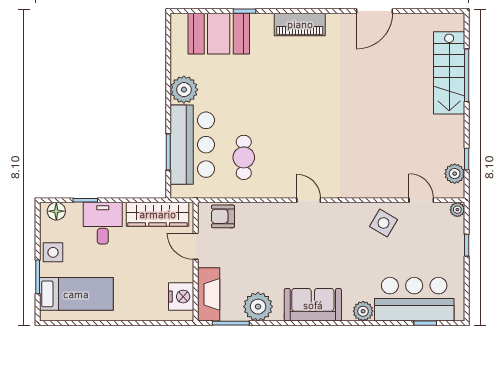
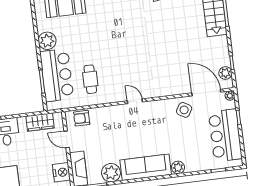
door: (421, 200) -> (206, 93), width x1.88
wardrobe: (158, 214) -> (40, 122), width x0.67
bar counter: (414, 299) -> (225, 135), moved, turned -90
sofa: (313, 305) -> (146, 167), width x1.36

